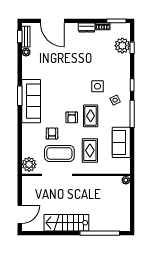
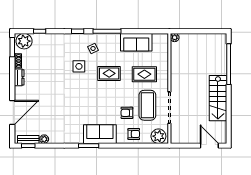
plant: (122, 46) -> (24, 41), moved
sofa: (31, 101) -> (100, 134), width x0.73
armchair: (72, 117) -> (134, 134), moved

